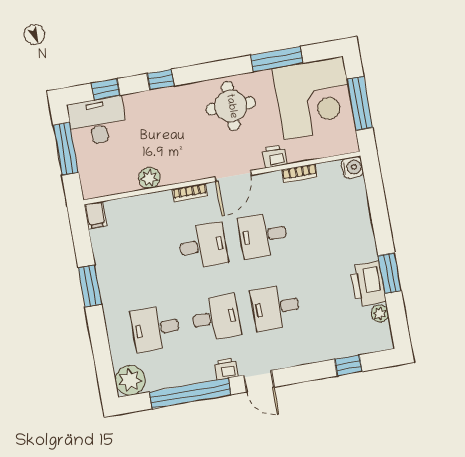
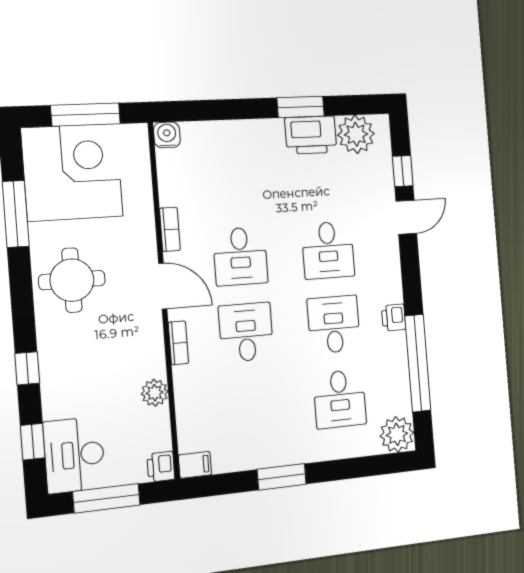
printer: (274, 156) -> (161, 467), moved
bookcase: (300, 173) -> (170, 229), moved
plant: (380, 314) -> (356, 134), width x1.87, depth x1.87
door: (259, 381) -> (406, 217), moved

